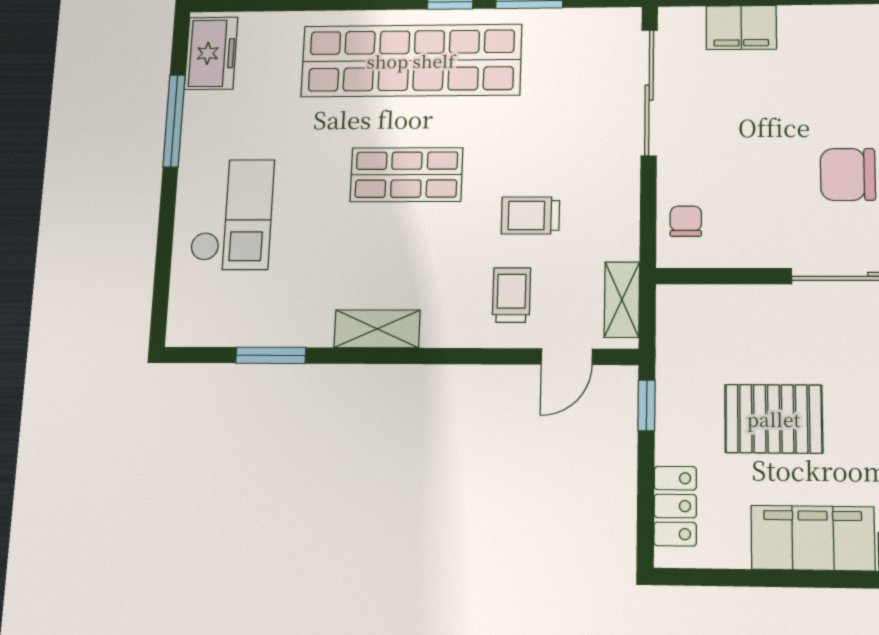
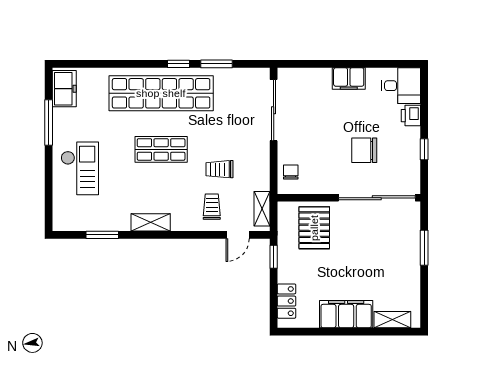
filing cabinet: (741, 27) -> (349, 79), moved
pallet: (774, 419) -> (314, 228), moved, turned 90

